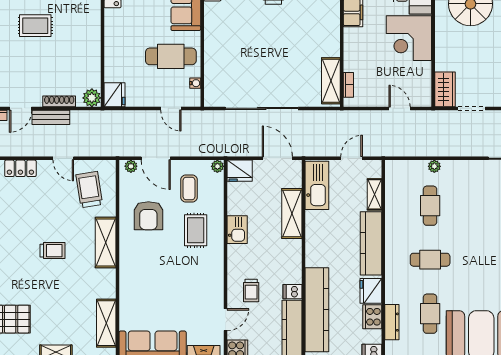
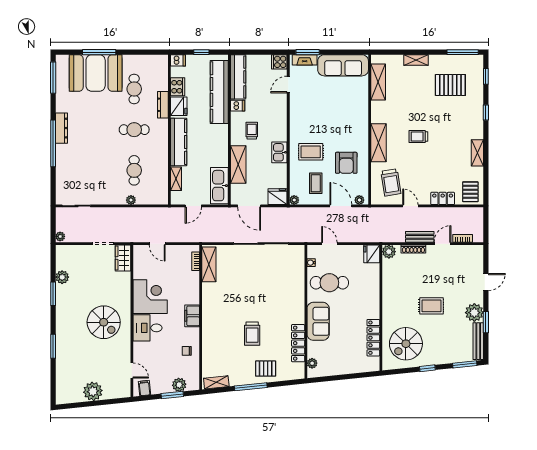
armchair: (148, 216) -> (346, 163), turned 180
rug: (196, 230) -> (311, 152), turned 90
trolley: (251, 291) -> (252, 131), moved
dresser: (392, 322) -> (163, 105), moved

